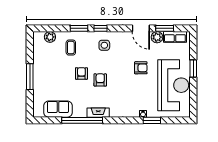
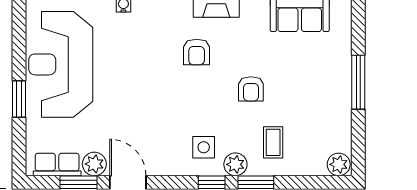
plant: (50, 37) -> (339, 164), moved
plant: (89, 37) -> (235, 164), added
armchair: (141, 68) -> (128, 100), removed
armchair: (100, 80) -> (197, 52), moved

